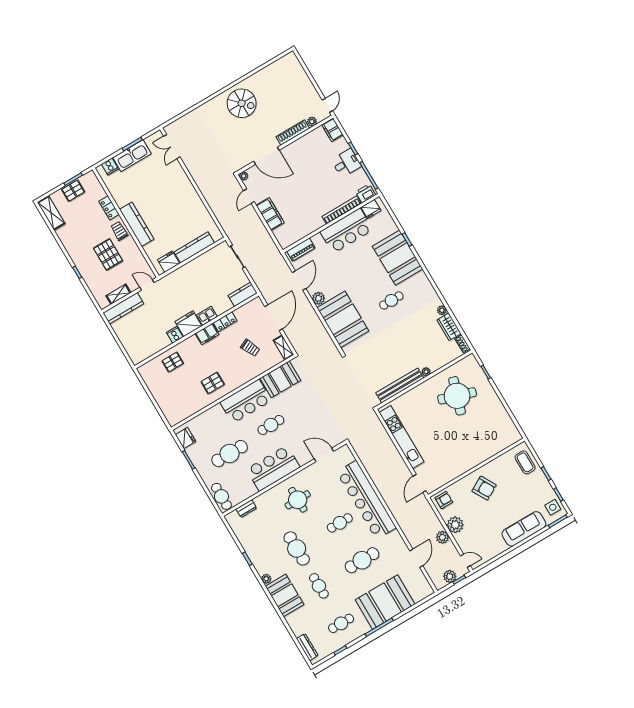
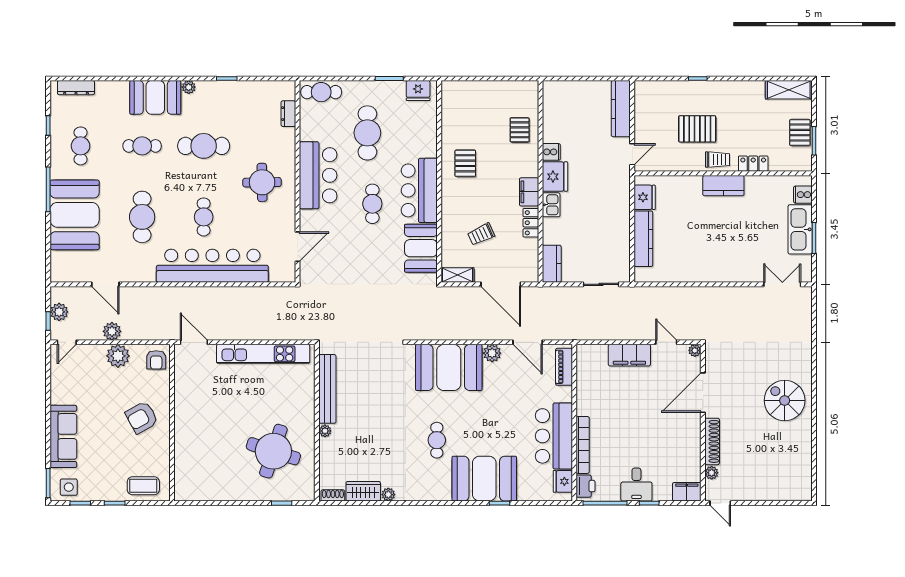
spiral stairs: (242, 103) -> (785, 400), turned 90
kitchen counter: (137, 224) -> (723, 186), width x0.67
shelving: (118, 294) -> (641, 113), removed

